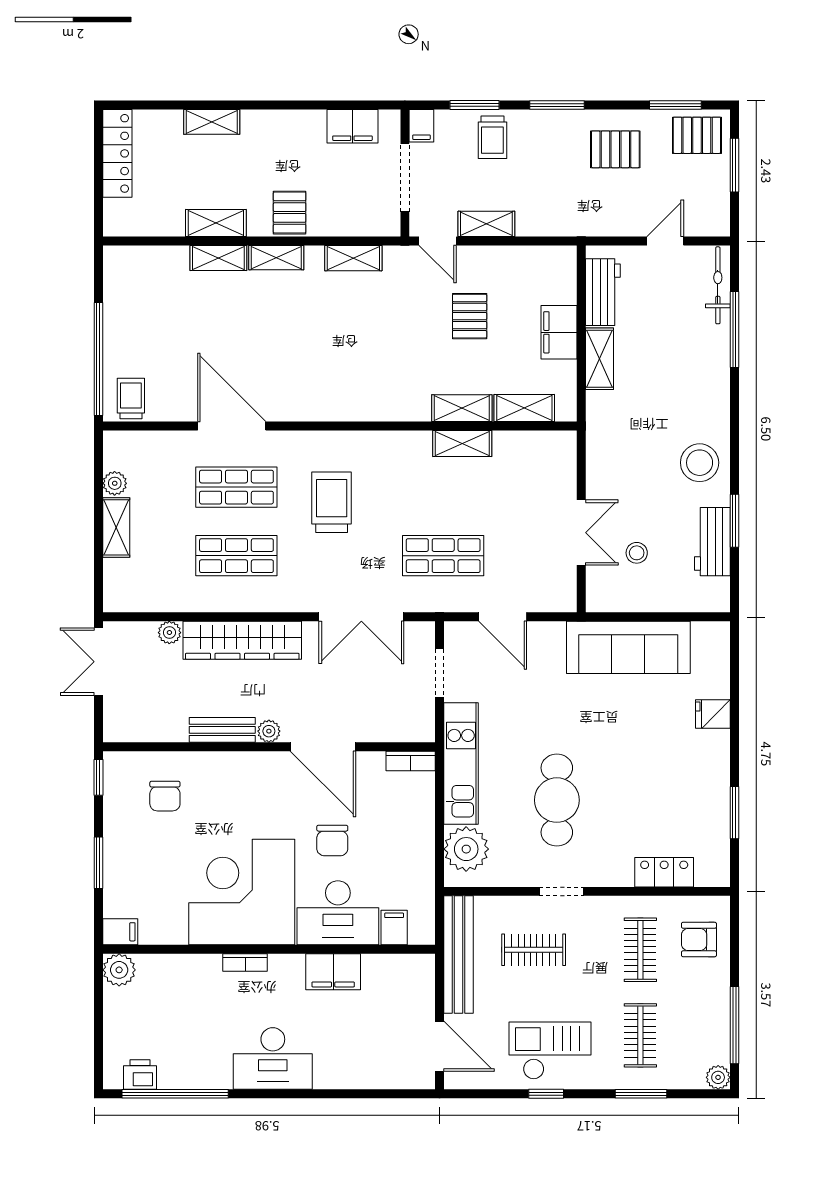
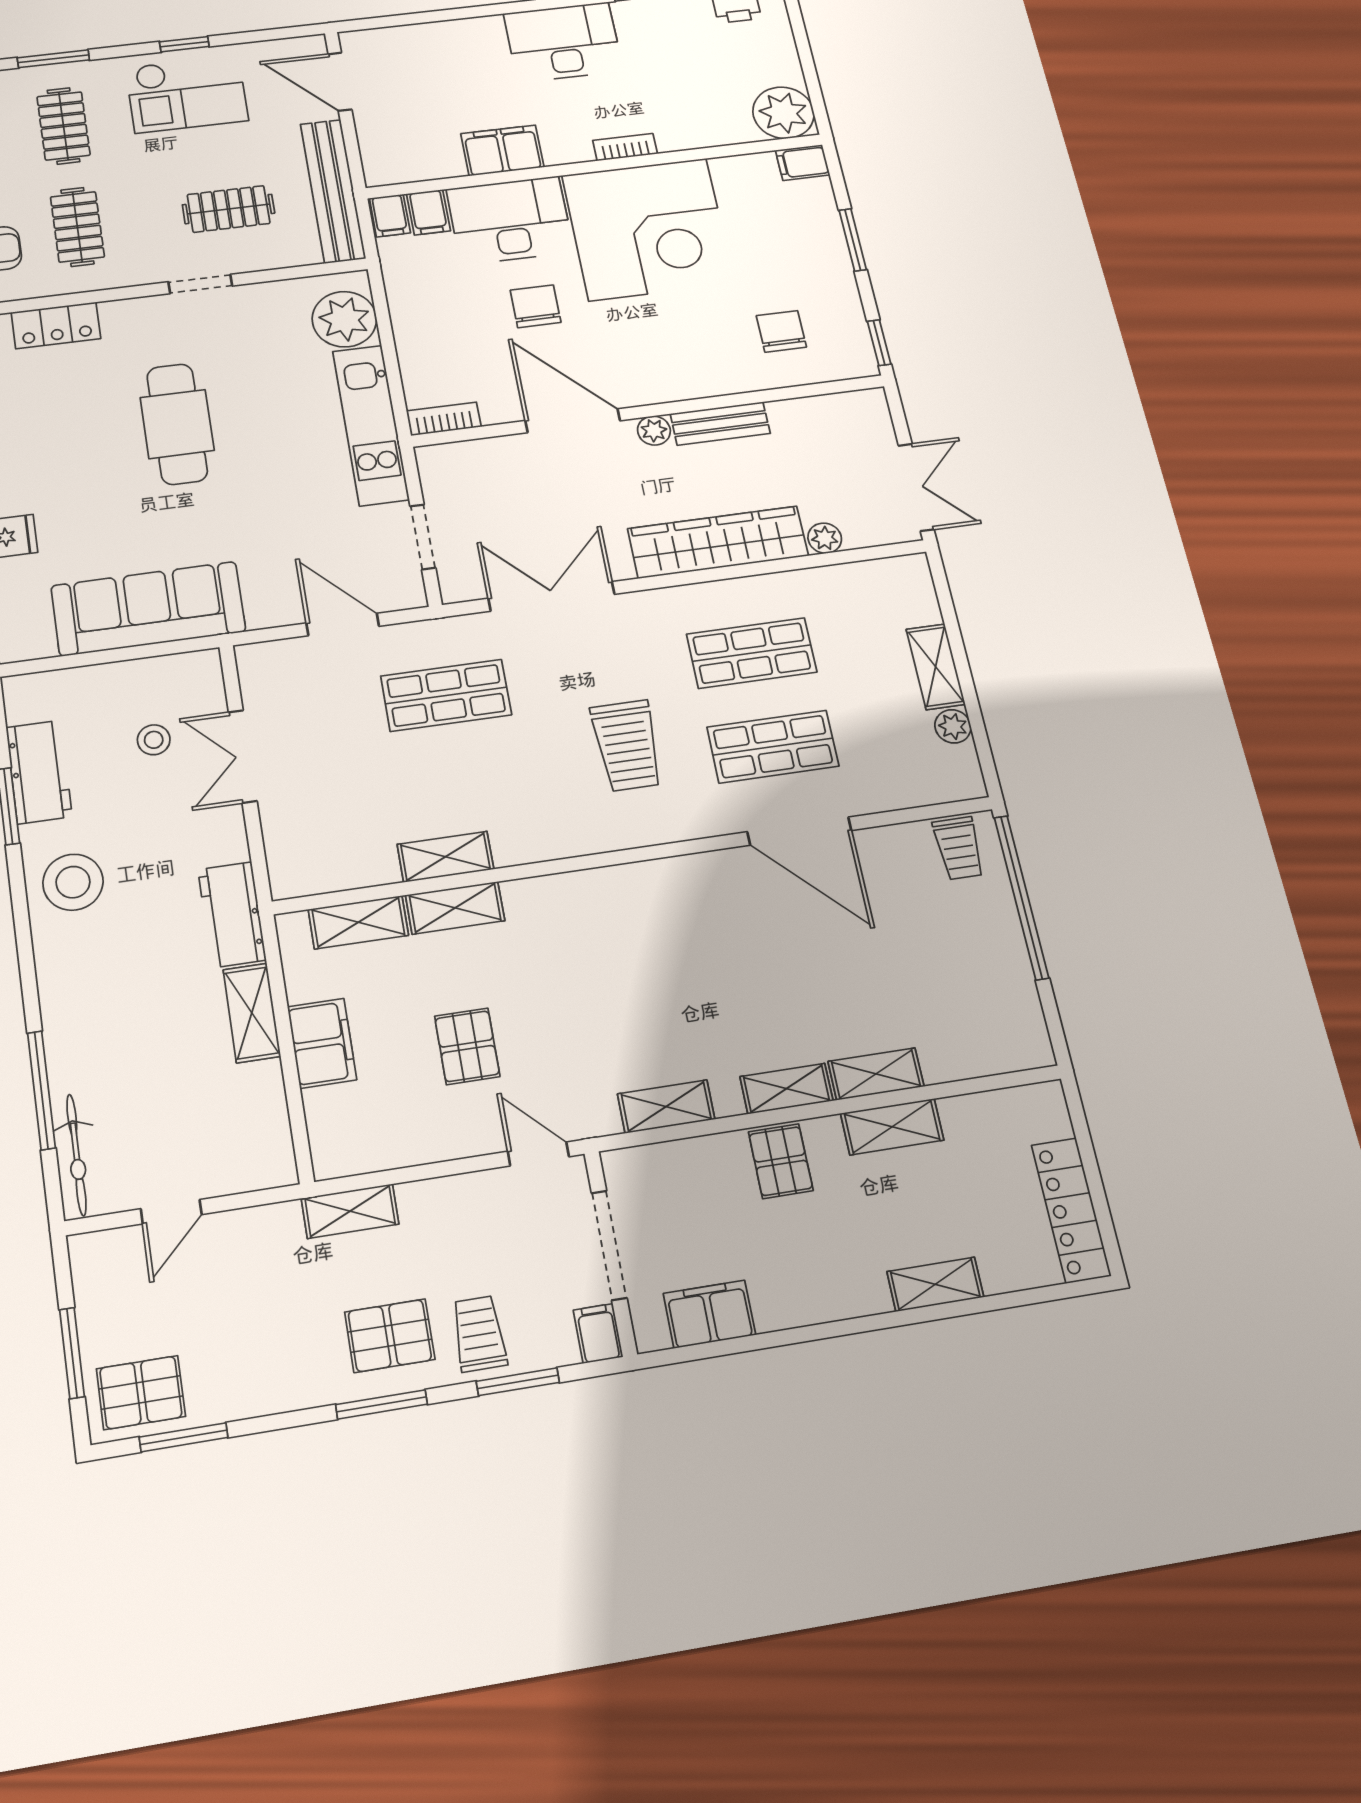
pallet: (615, 149) -> (390, 1336), moved
shelving: (486, 224) -> (350, 1211), moved
workbench: (603, 292) -> (232, 915), moved
cafe table: (557, 800) -> (177, 424), moved
filing cabinet: (422, 929) -> (390, 216), added
plant: (119, 970) -> (783, 113), width x1.36, depth x1.36

